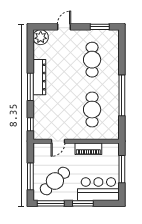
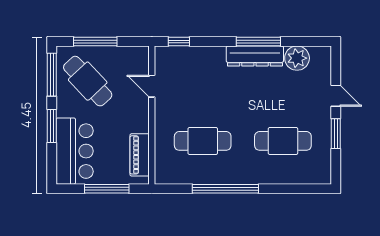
window: (100, 27) -> (336, 134), moved
plant: (41, 37) -> (297, 58), moved
window: (30, 87) -> (258, 42), moved
piano: (88, 149) -> (140, 155), moved

